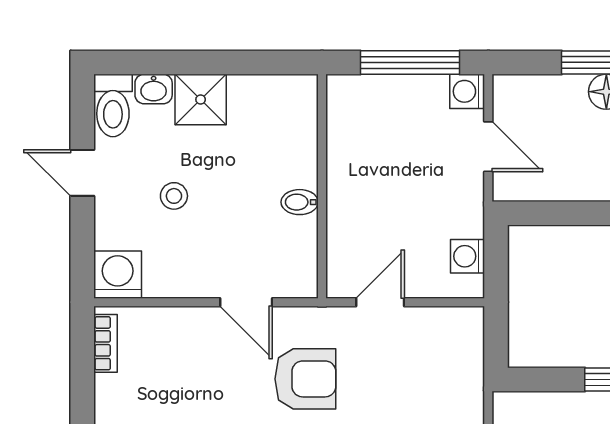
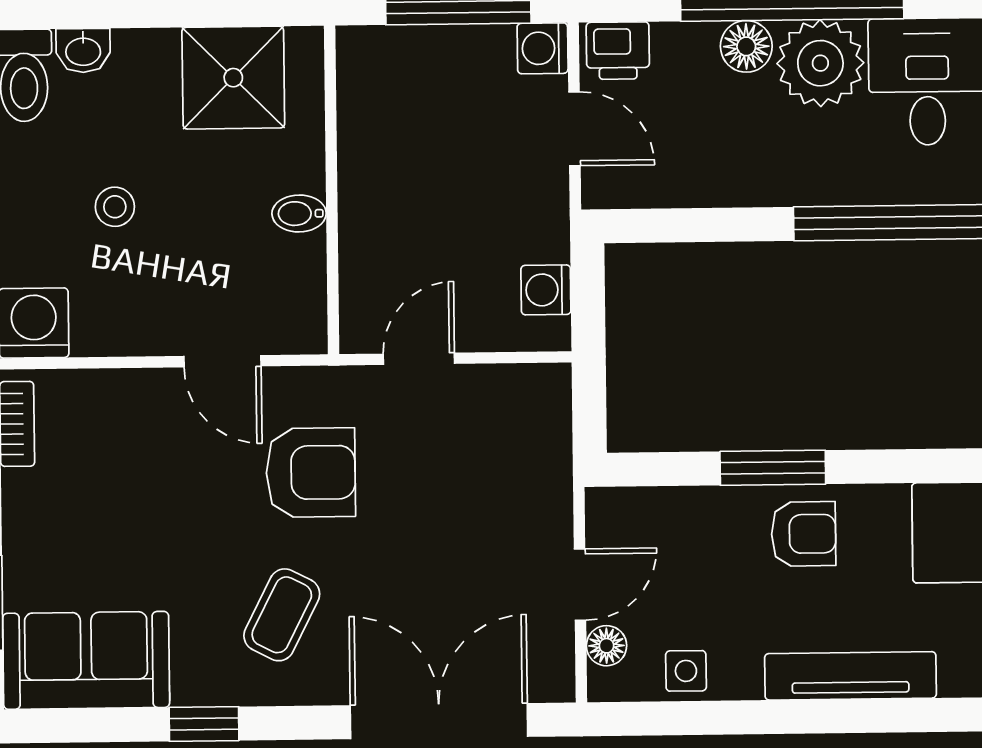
printer: (519, 94) -> (618, 51), added
shower: (201, 100) -> (233, 78), moved, width x1.36, depth x1.36

